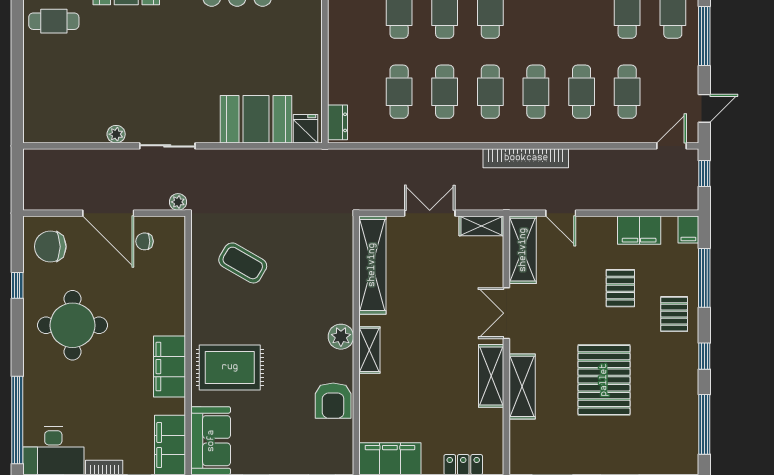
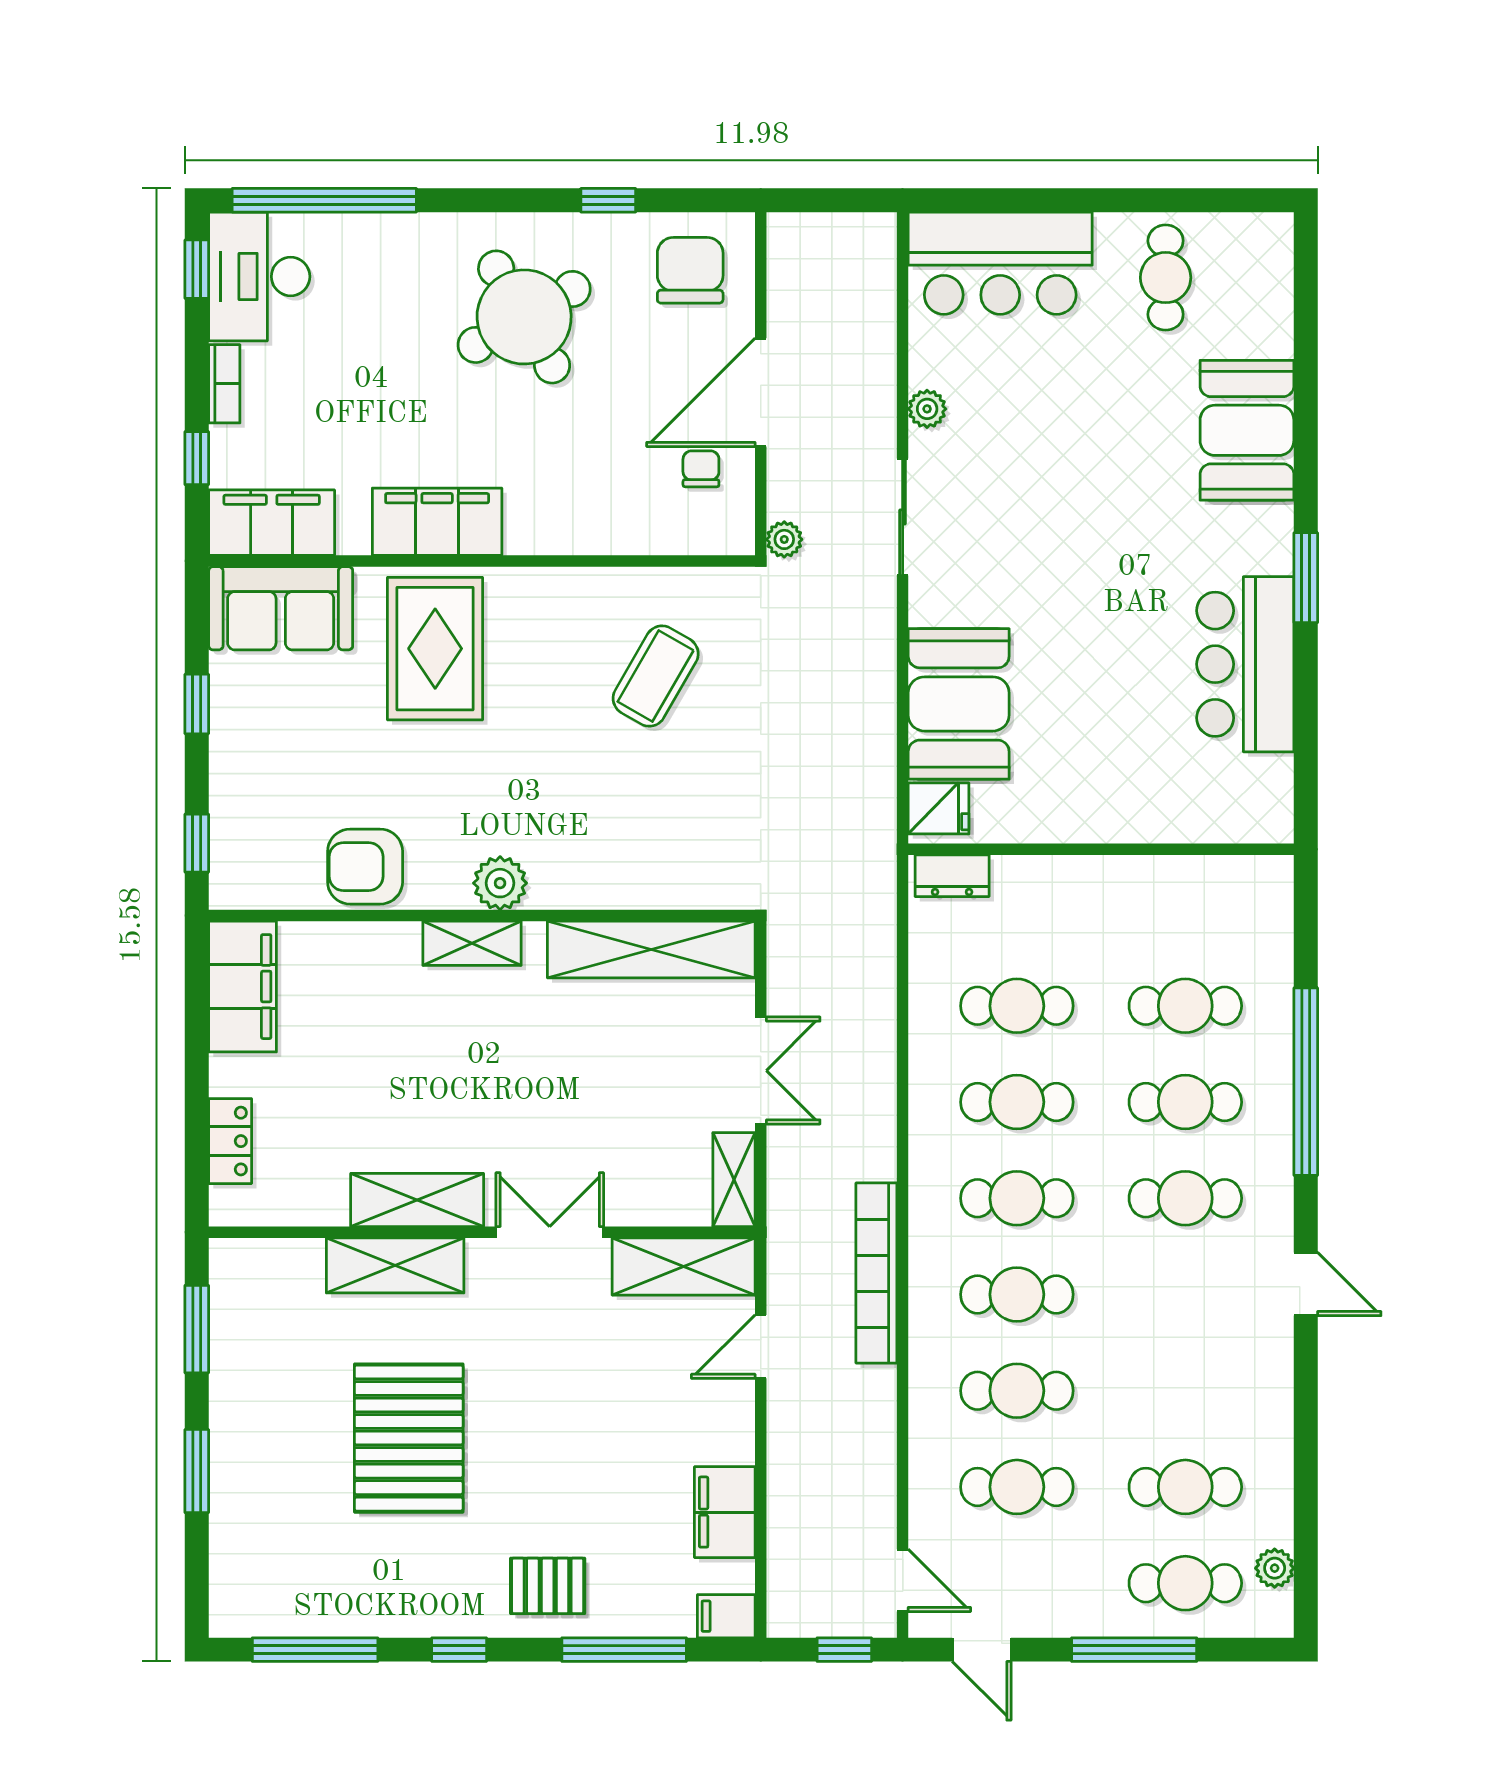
bar counter: (47, 100) -> (1000, 263), added
pallet: (620, 288) -> (602, 1472), removed
round table: (72, 325) -> (524, 317), turned -30
pallet: (604, 380) -> (409, 1438), turned 90

